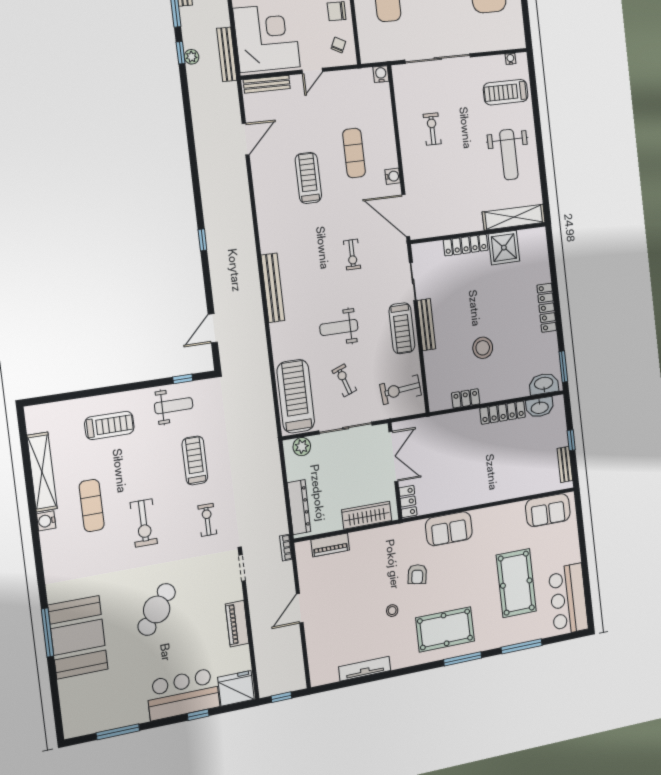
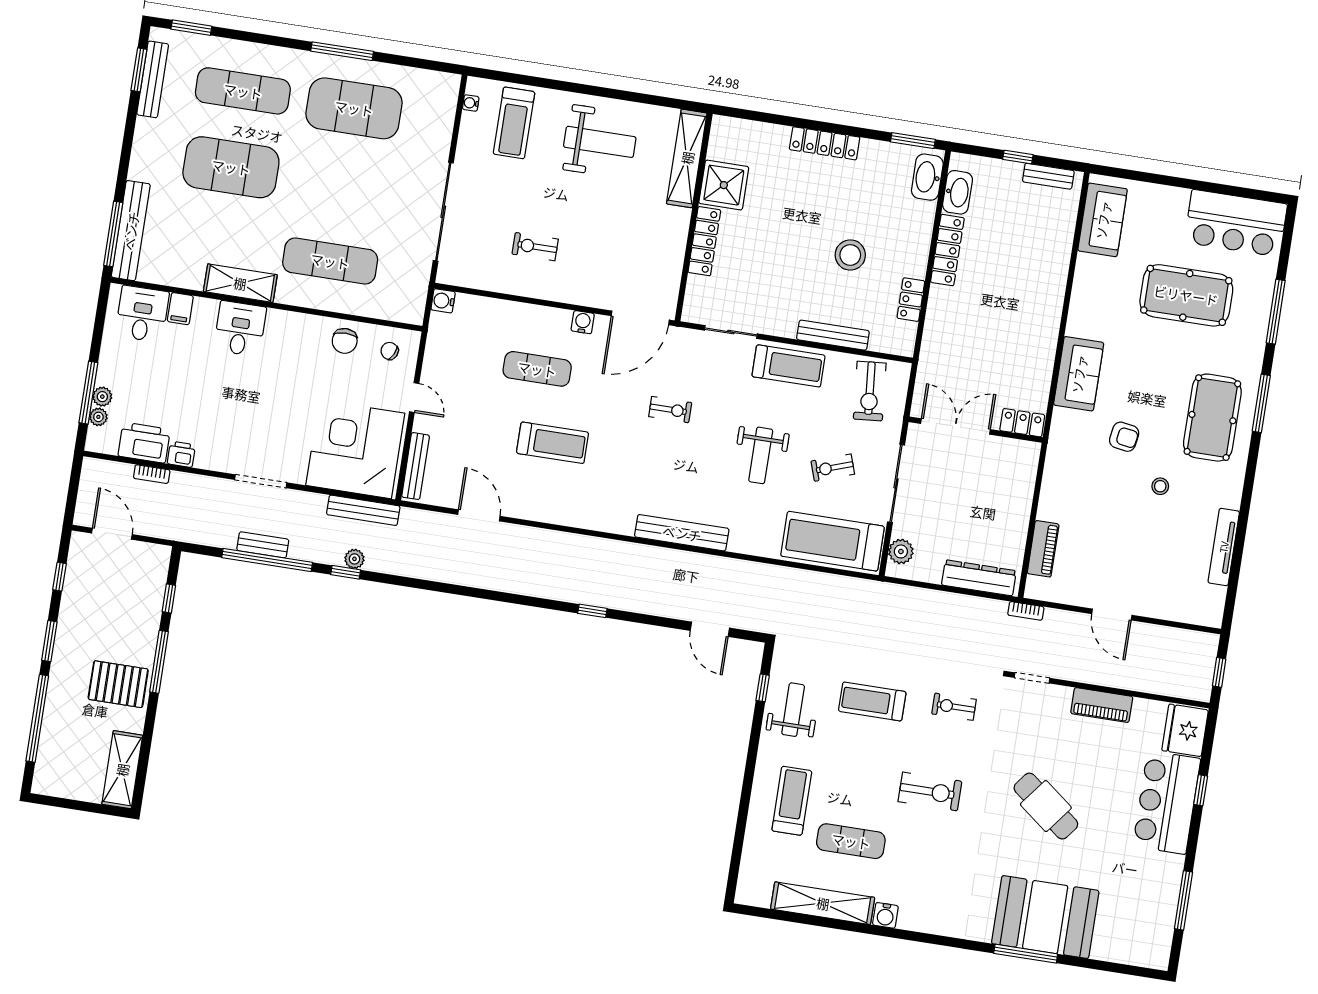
treadmill: (308, 178) -> (553, 443), turned 180
bench: (426, 325) -> (833, 335), moved
exercise mat: (92, 506) -> (851, 841), moved
wardrobe: (367, 515) -> (1021, 486), removed

